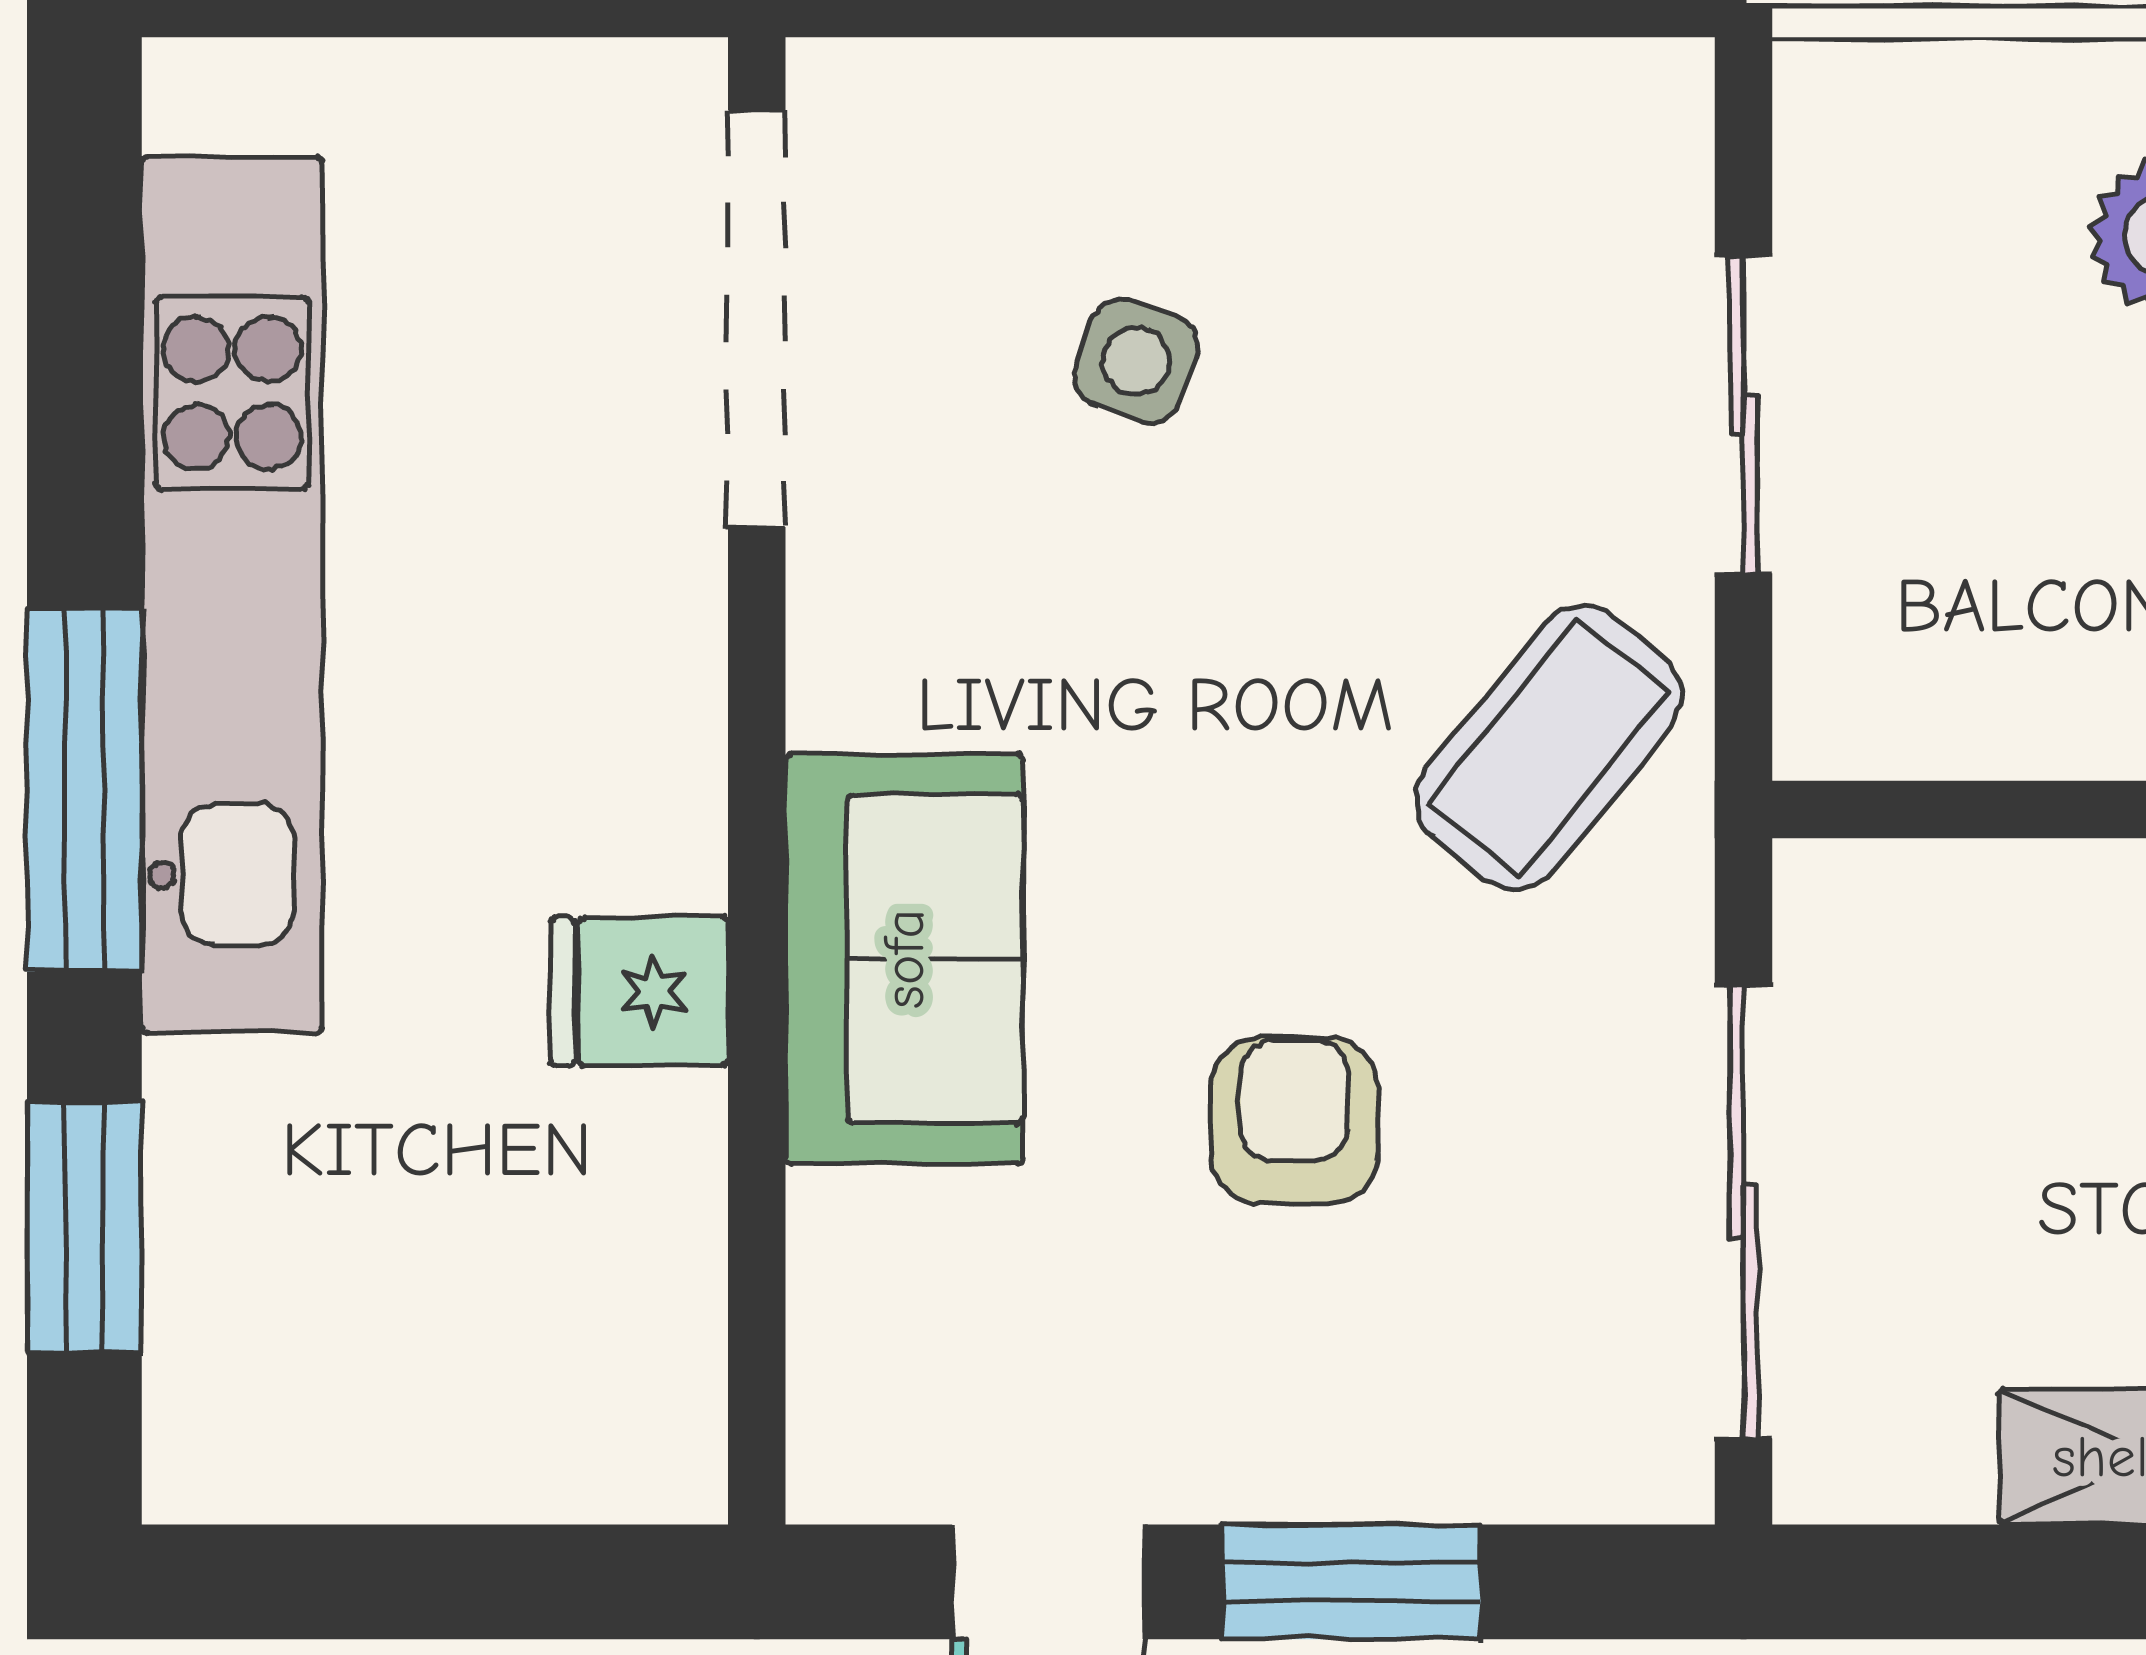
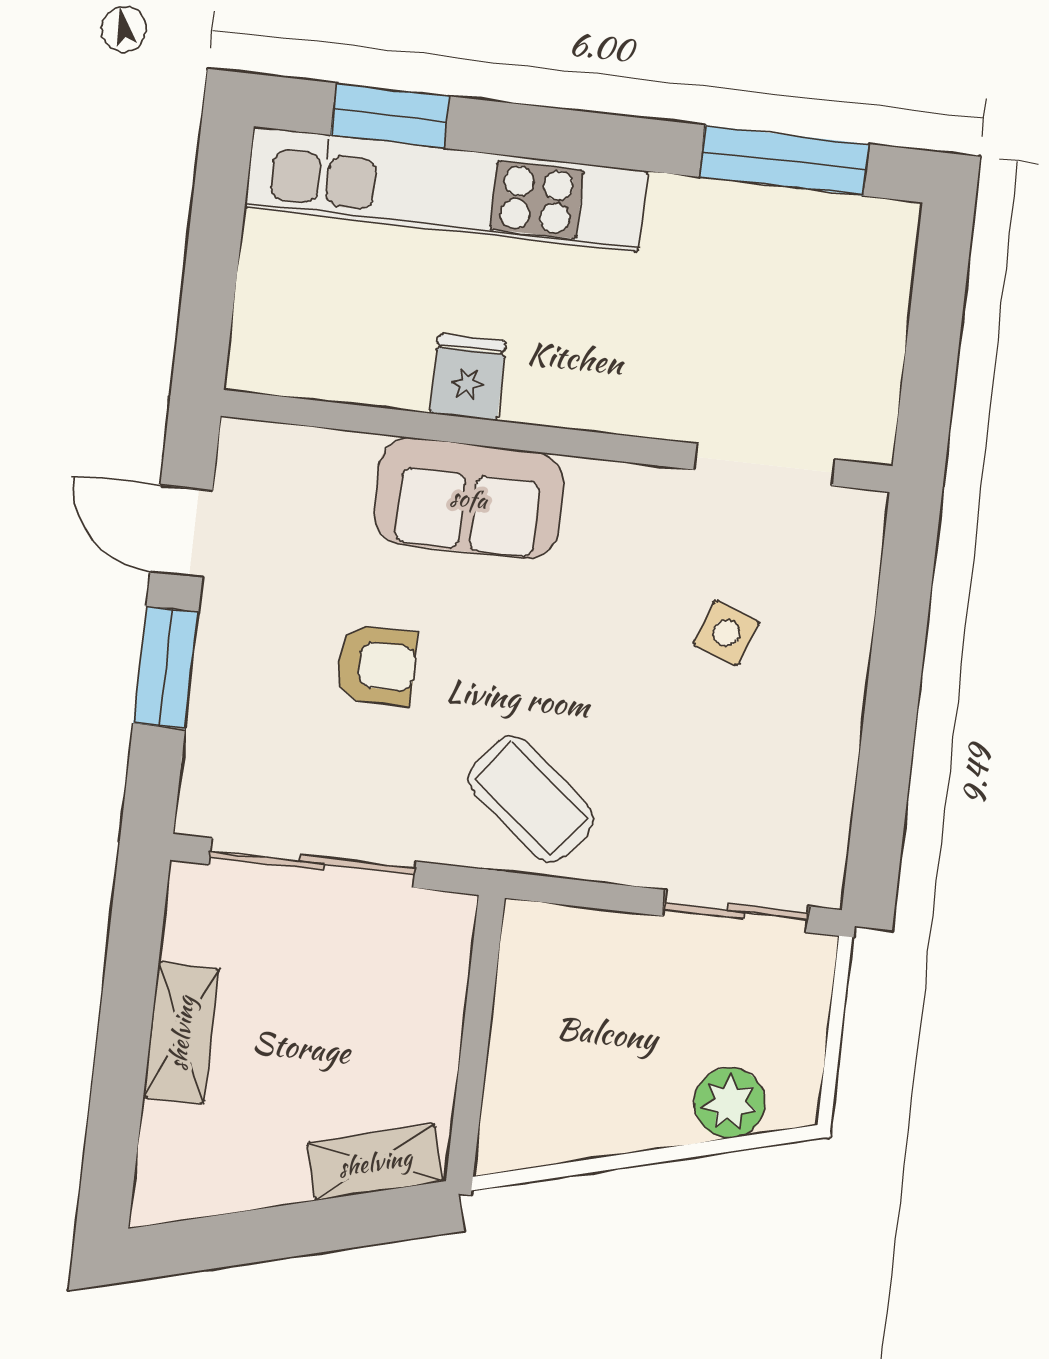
doorway: (757, 319) -> (765, 465), width x0.73
sliding door: (1744, 414) -> (736, 911), moved
kitchen unit: (232, 595) -> (446, 189), moved
window: (84, 790) -> (784, 161), moved

